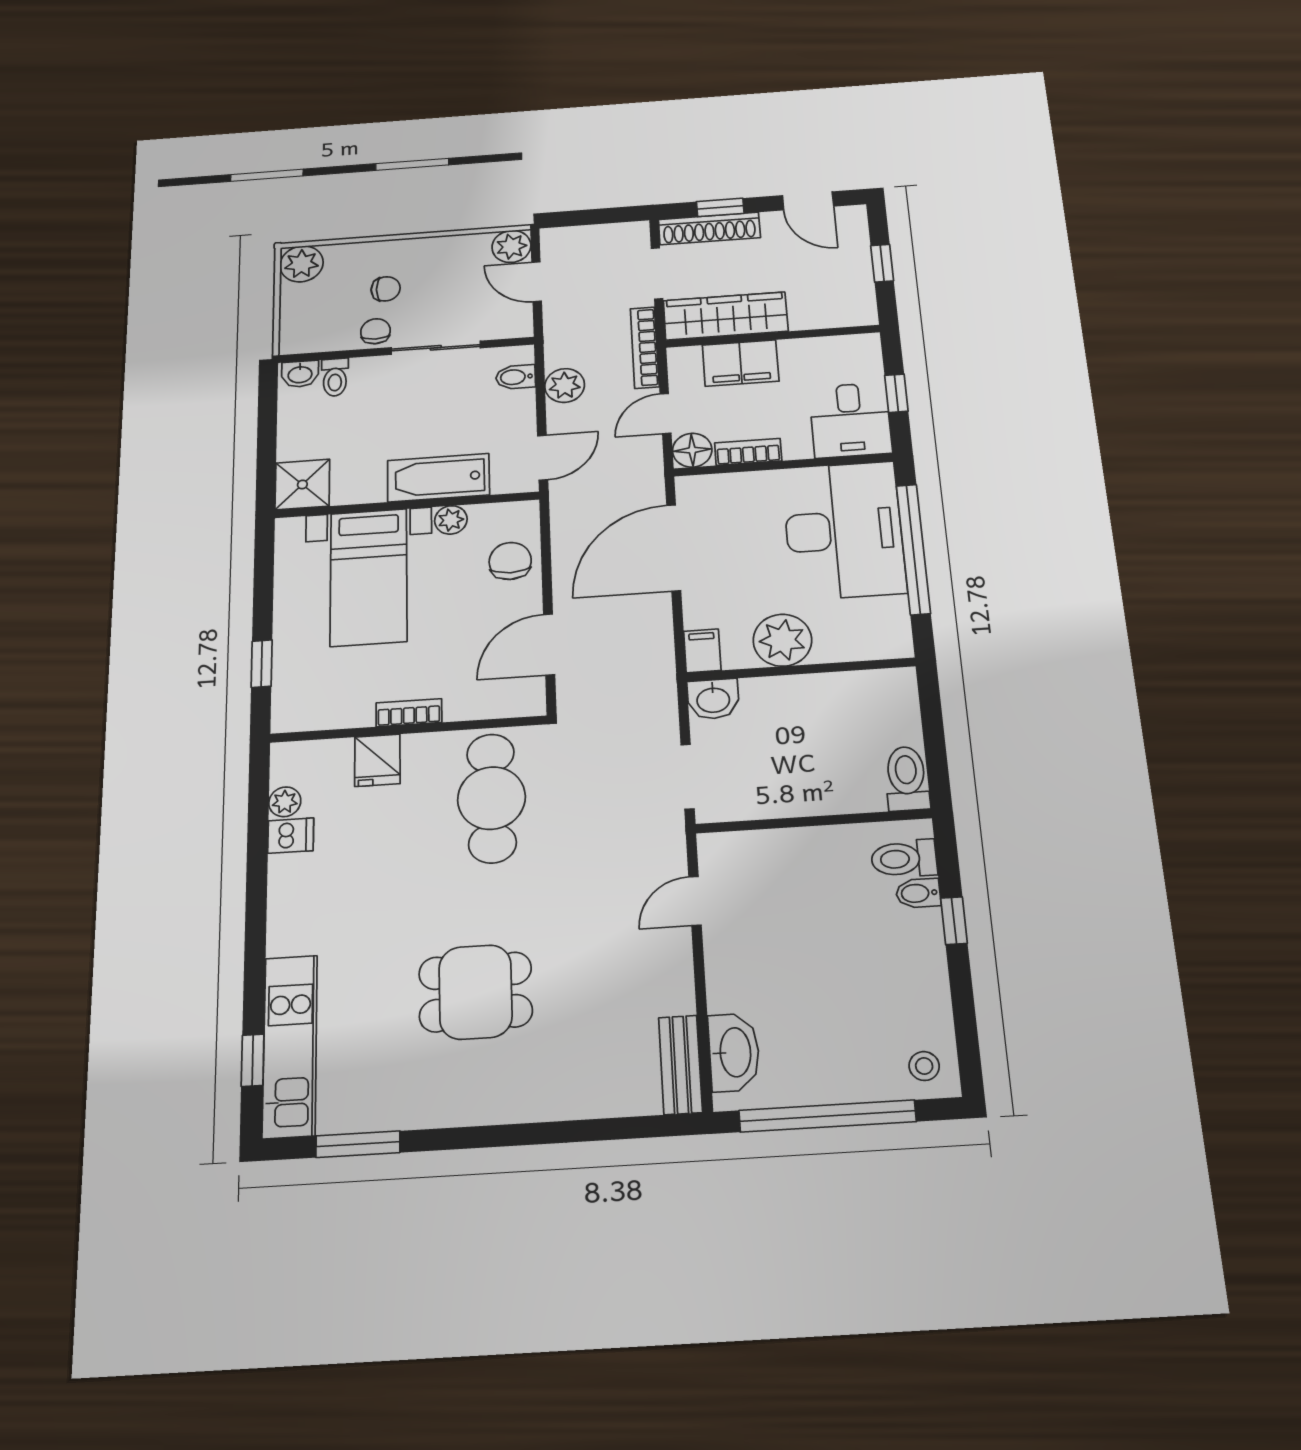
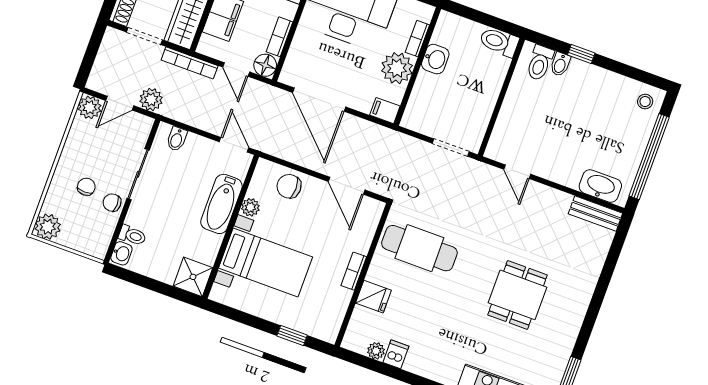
plant: (565, 385) -> (151, 99), moved
bookcase: (848, 651) -> (417, 39), added
washbasin: (713, 699) -> (435, 59), moved

